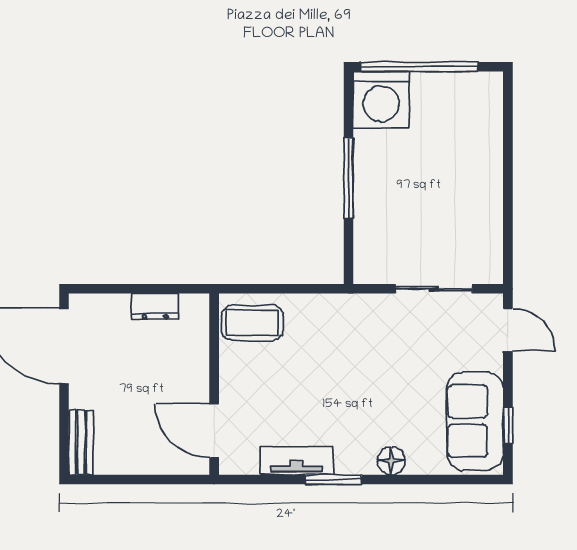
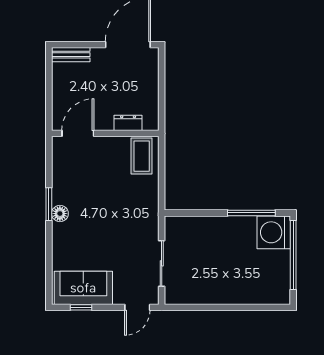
window: (348, 178) -> (251, 213), moved
dresser: (155, 307) -> (128, 123), moved, turned 90
tv unit: (297, 461) -> (60, 182), removed
floor lamp: (391, 461) -> (60, 214), moved

